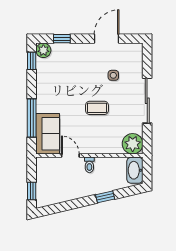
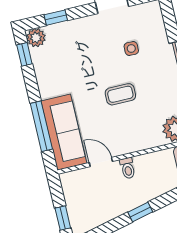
sofa: (48, 134) -> (64, 132), width x1.36
window: (105, 197) -> (140, 212), moved

